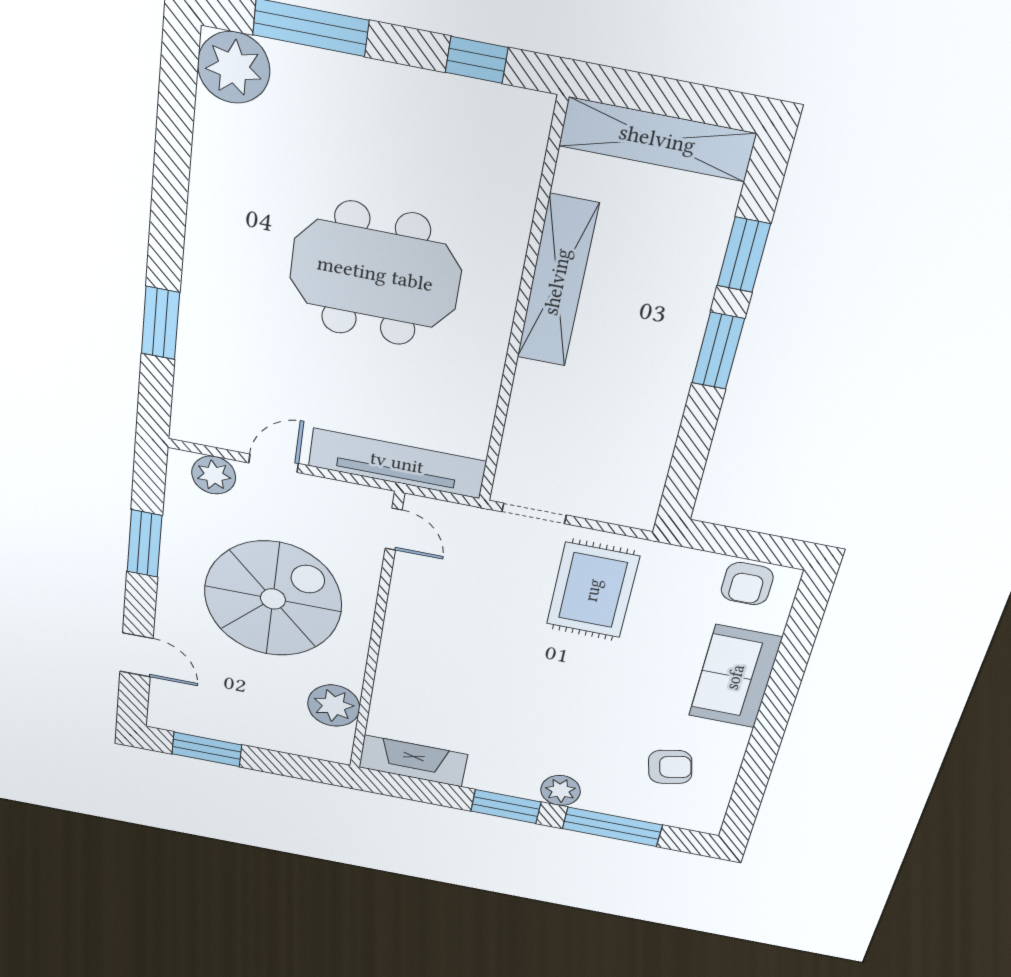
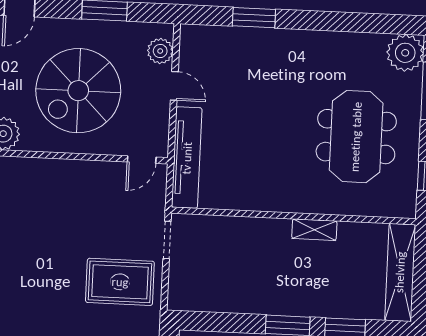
meeting table: (375, 274) -> (356, 137), moved
shelving: (557, 282) -> (314, 230), width x0.45, depth x0.75
spiral stairs: (273, 599) -> (78, 91), turned 90

